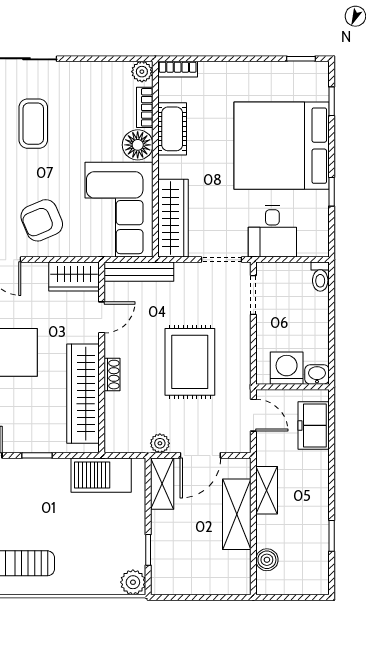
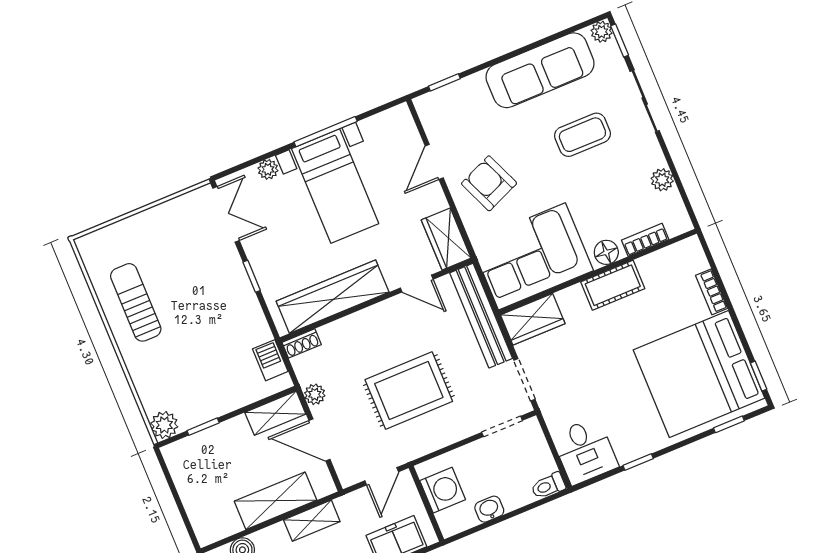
bookcase: (178, 69) -> (712, 292), moved
plant: (142, 72) -> (662, 180), moved
cot: (172, 129) -> (613, 285), moved
floor lamp: (138, 145) -> (606, 252), width x0.73, depth x0.73
bed: (282, 146) -> (699, 374), moved, turned -90
wardrobe: (173, 218) -> (533, 319), width x0.67
desk: (272, 231) -> (585, 451), moved, turned -90
bench: (139, 272) -> (481, 316), width x1.37, depth x1.21
washbasin: (317, 374) -> (489, 509), moved, turned -90
shoe rack: (112, 375) -> (302, 343), moved
barbecue: (101, 475) -> (270, 360), width x0.53, depth x0.65

